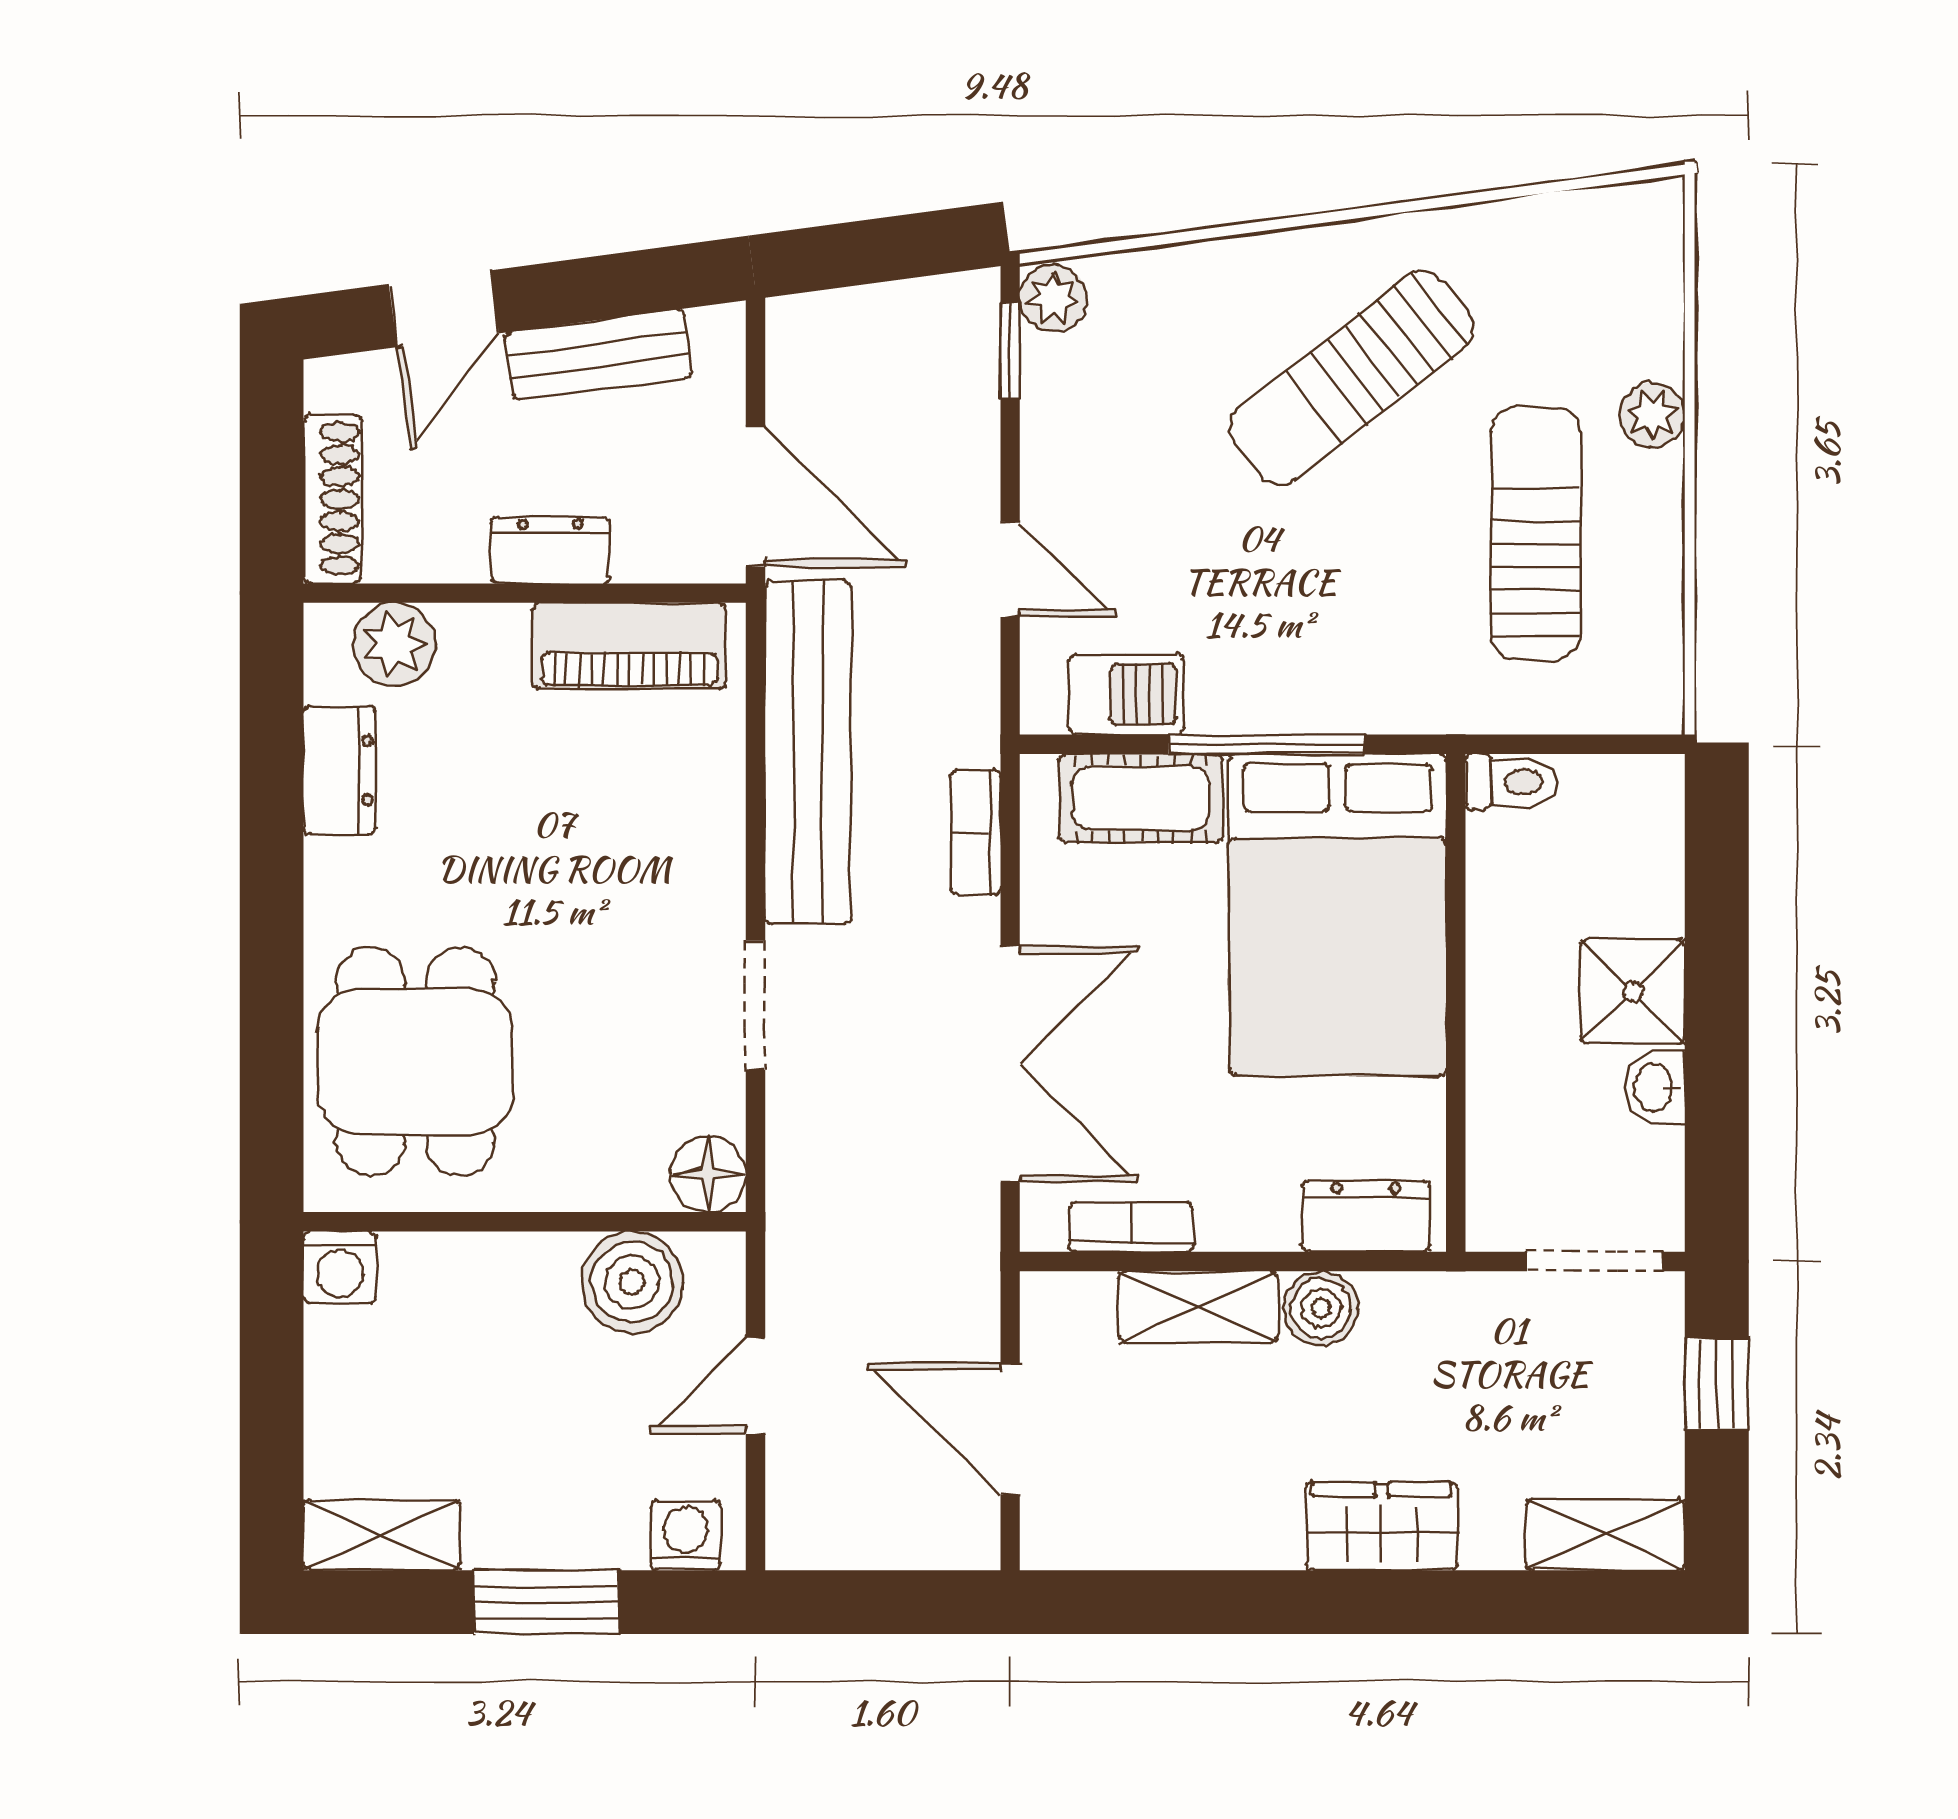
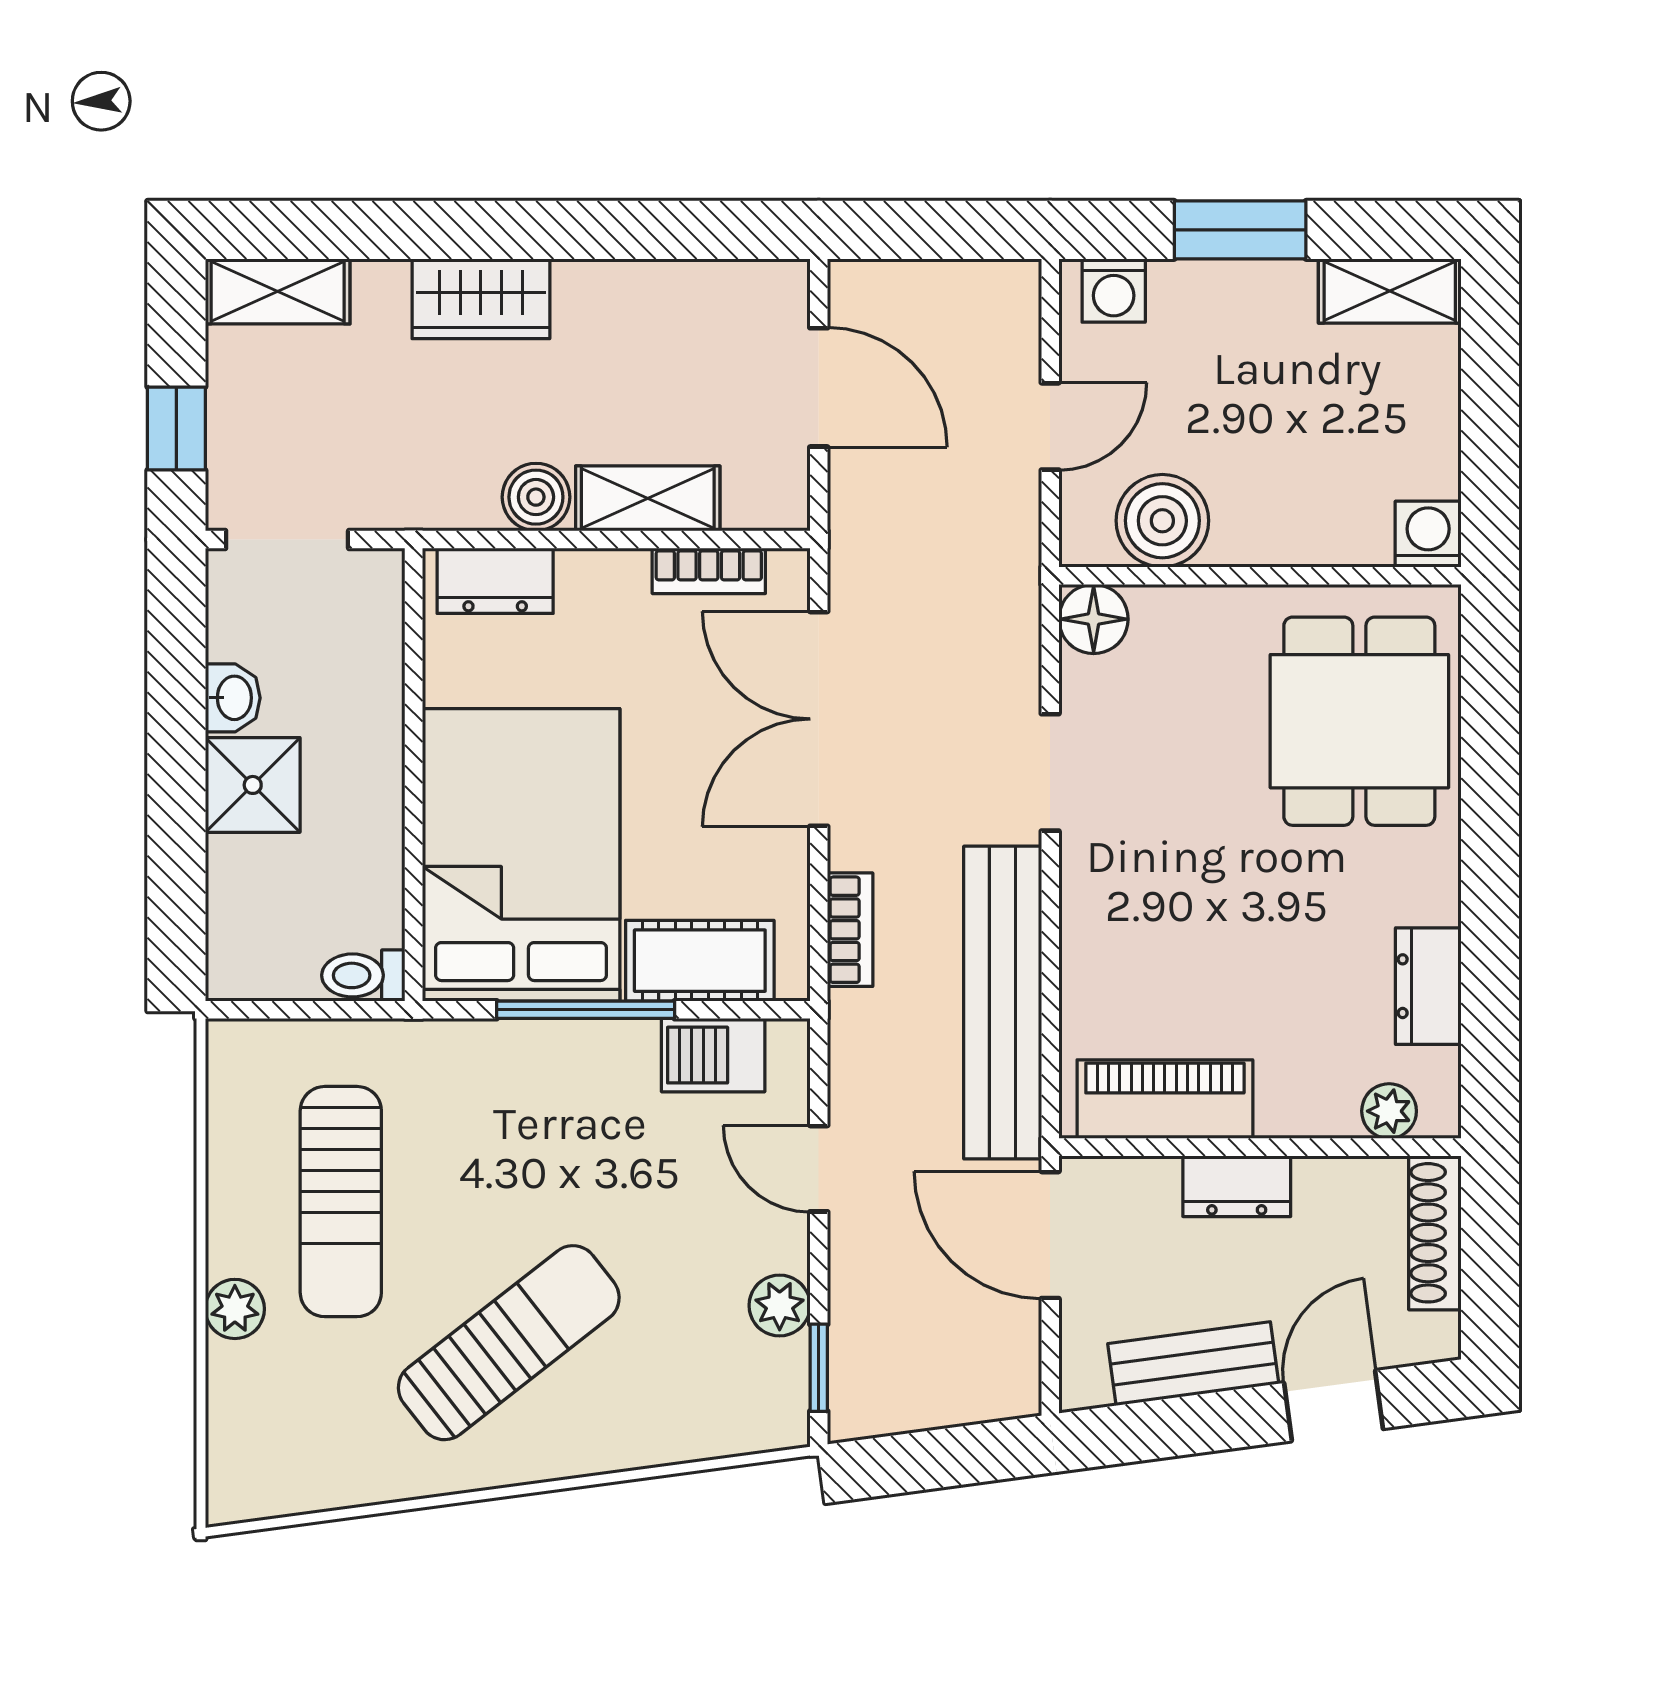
plant: (1053, 298) -> (780, 1305), moved
plant: (394, 644) -> (1389, 1111), width x0.73, depth x0.73

